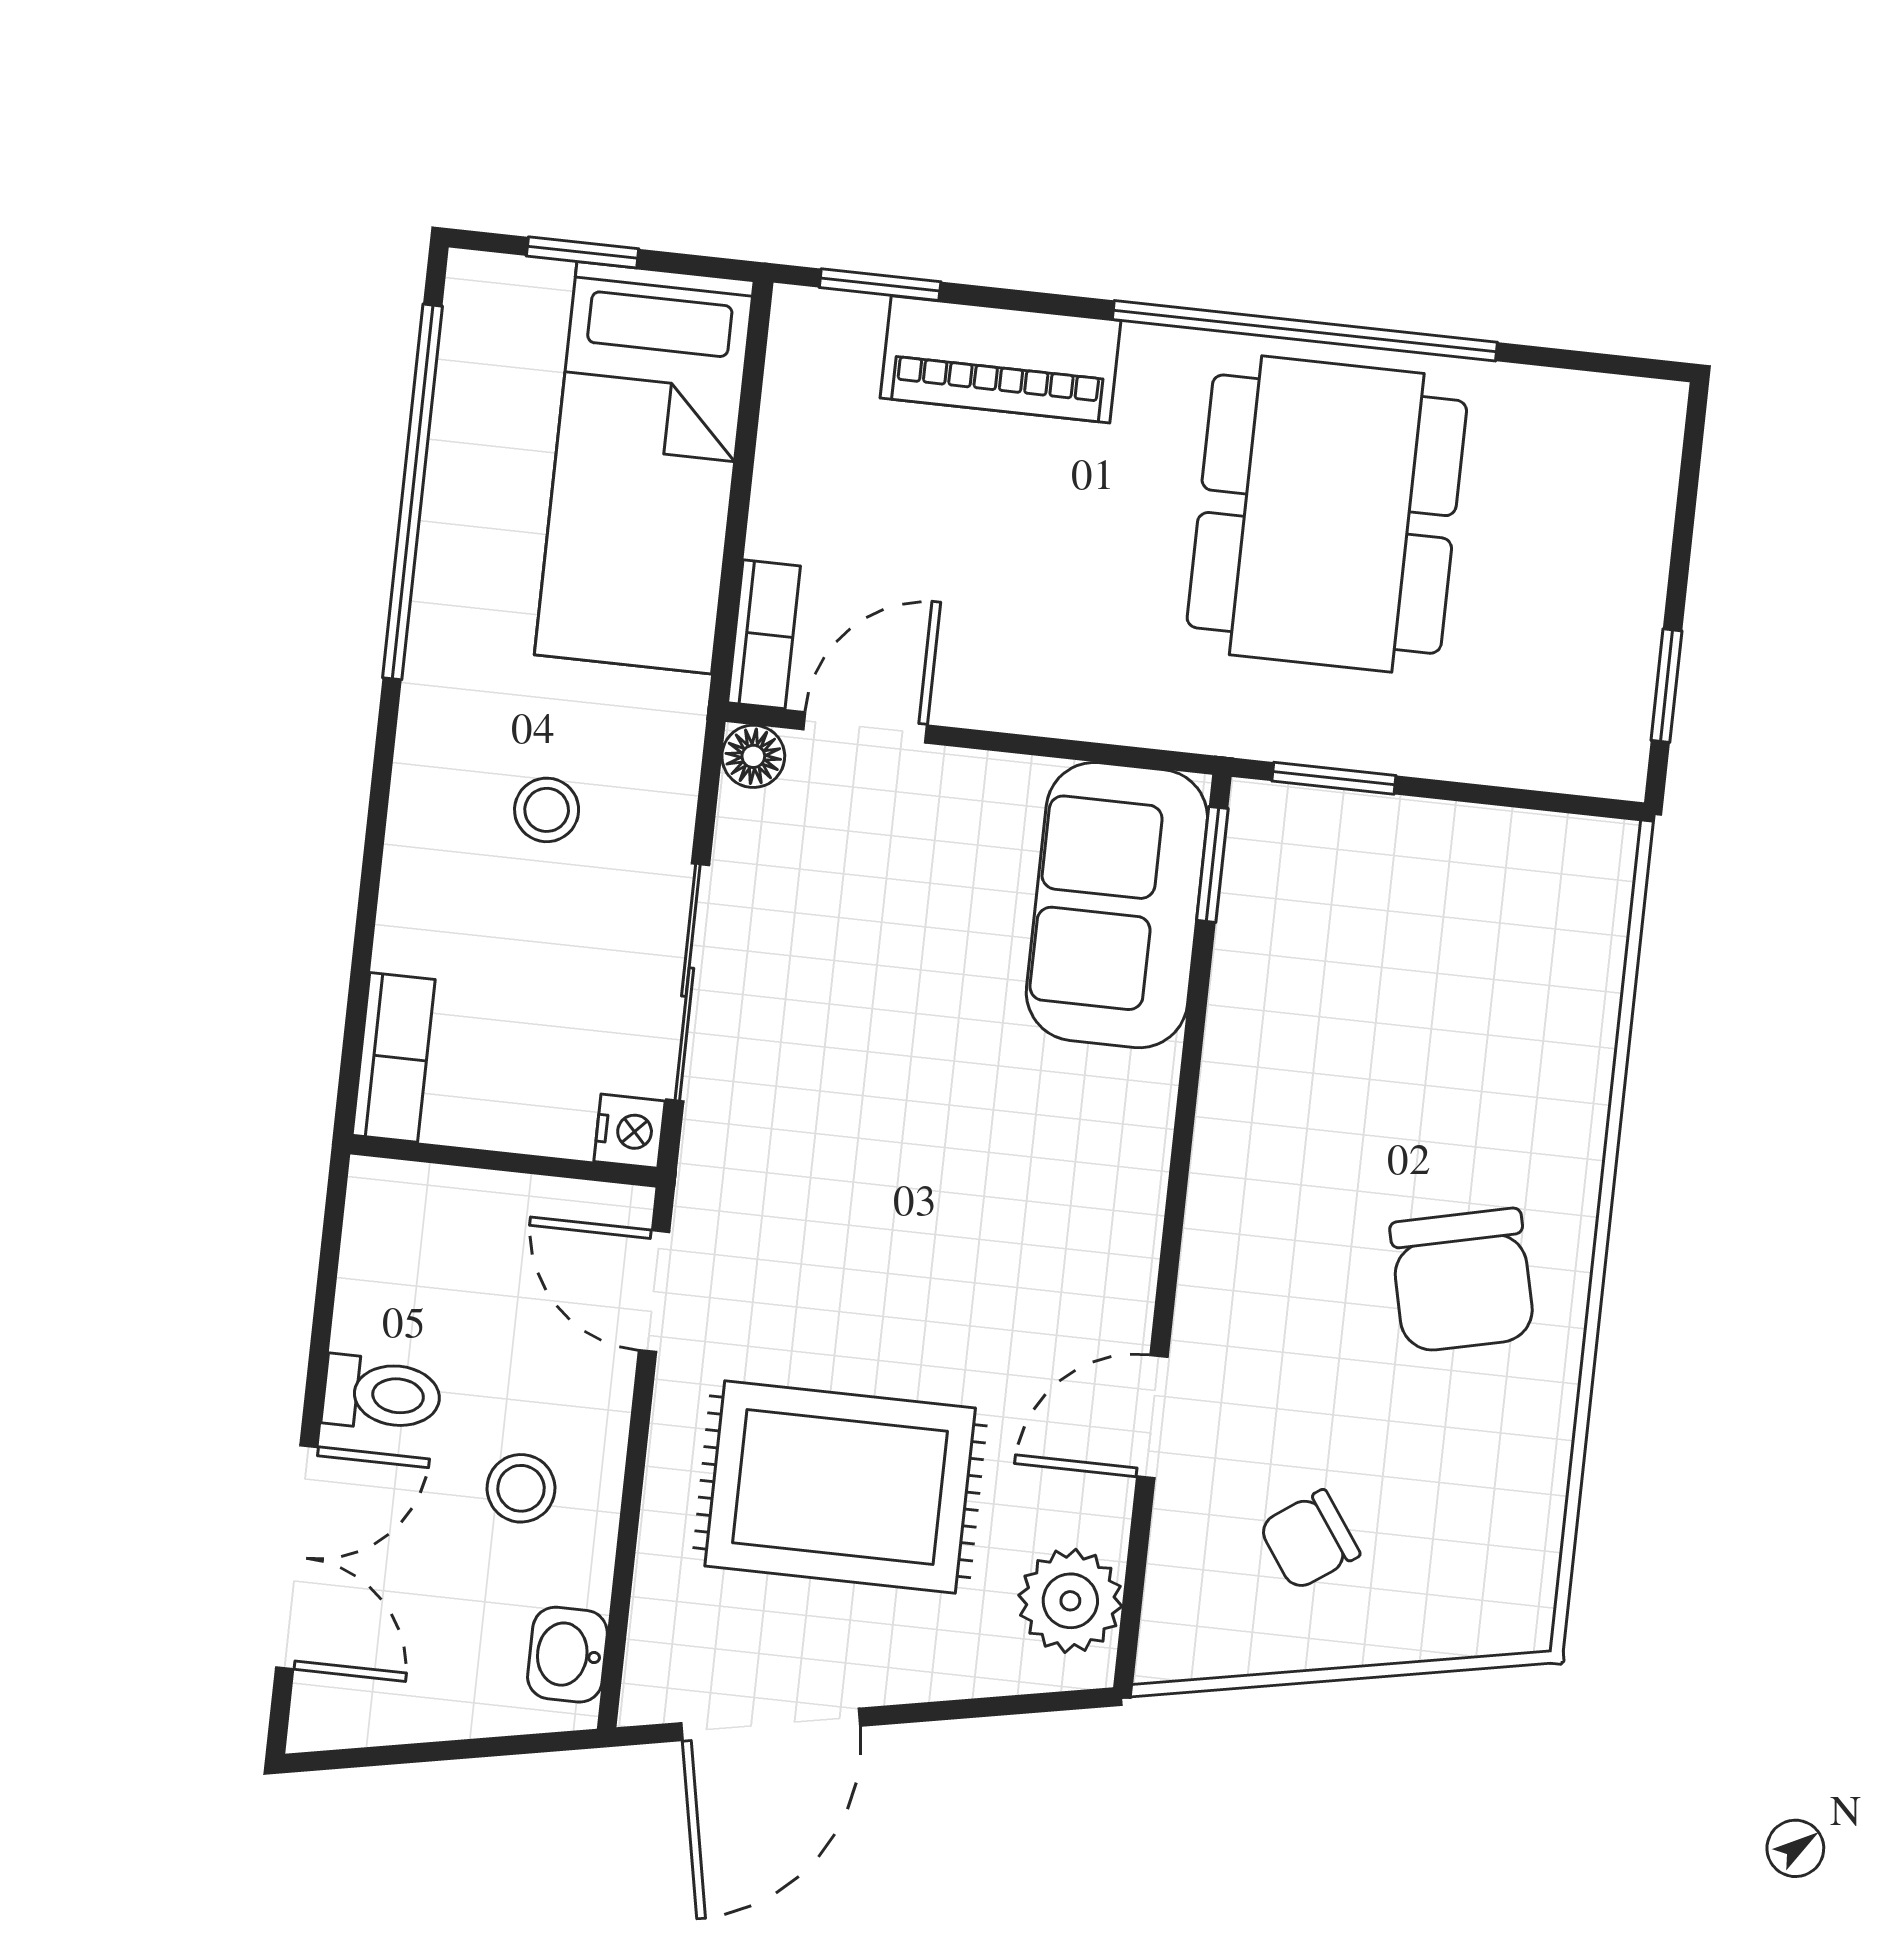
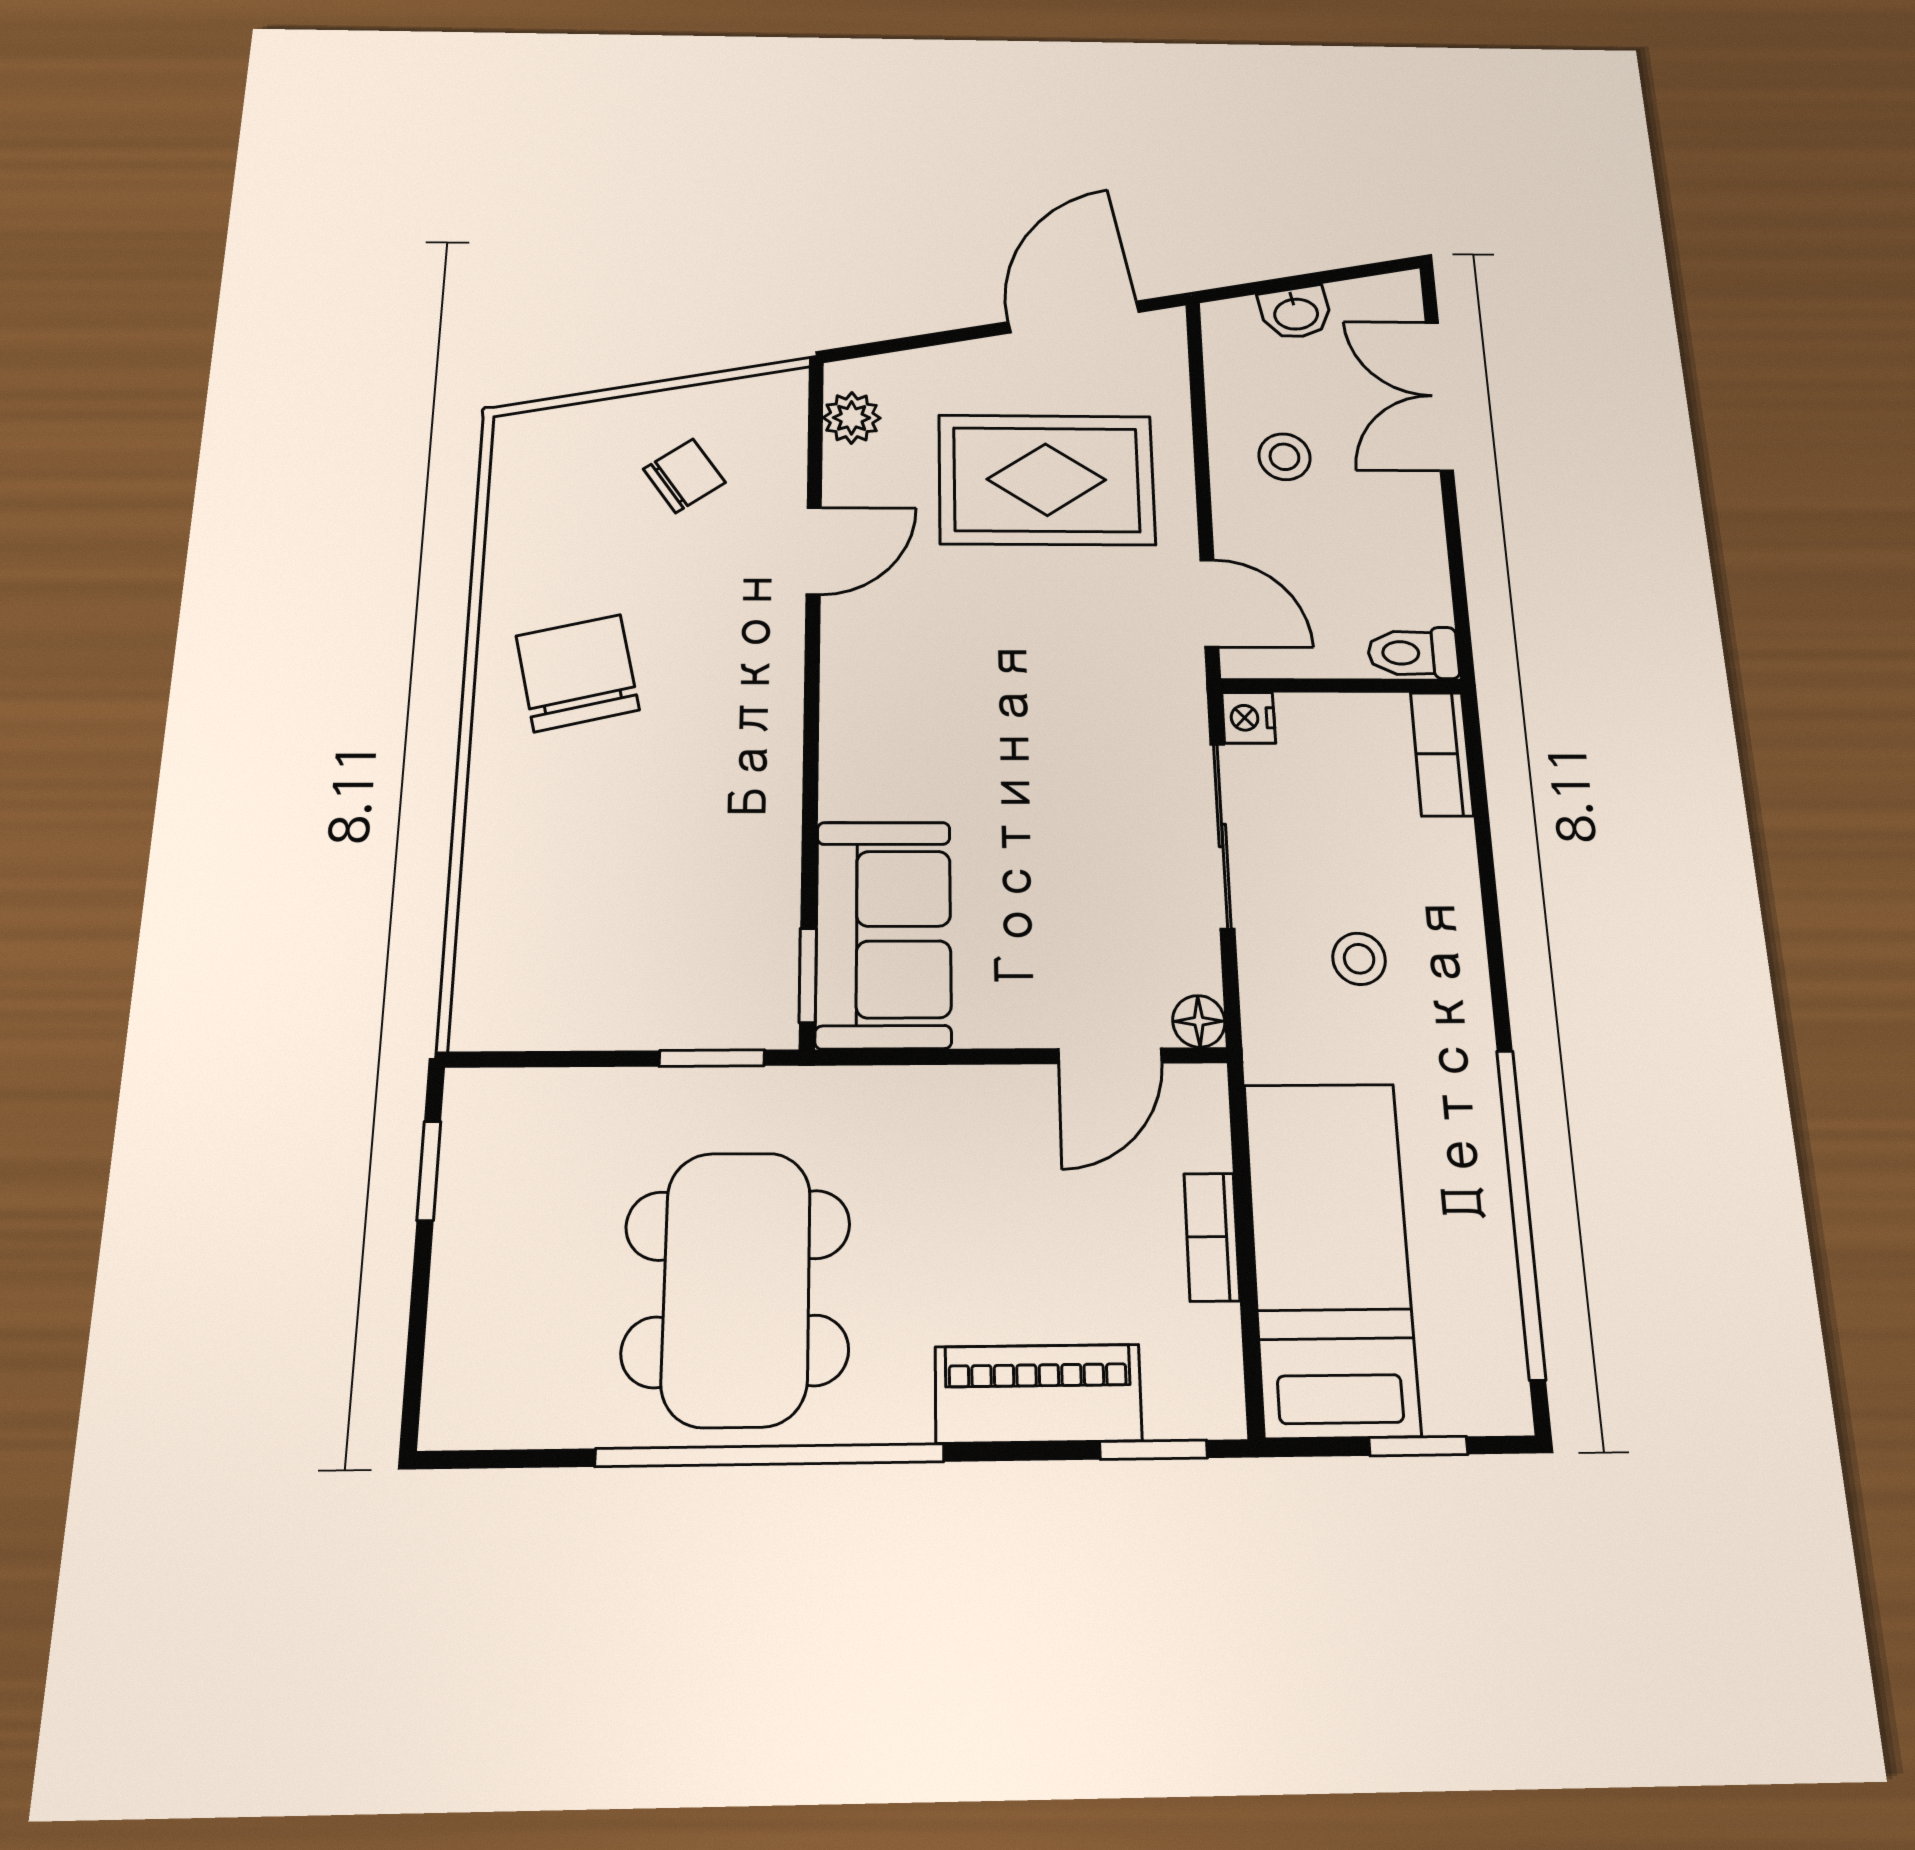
bookcase: (764, 634) -> (1212, 1237), moved
toilet: (382, 1394) -> (1413, 653), moved
plant: (1070, 1601) -> (852, 418), width x0.73, depth x0.73
washbasin: (567, 1655) -> (1296, 313), moved, turned 79

